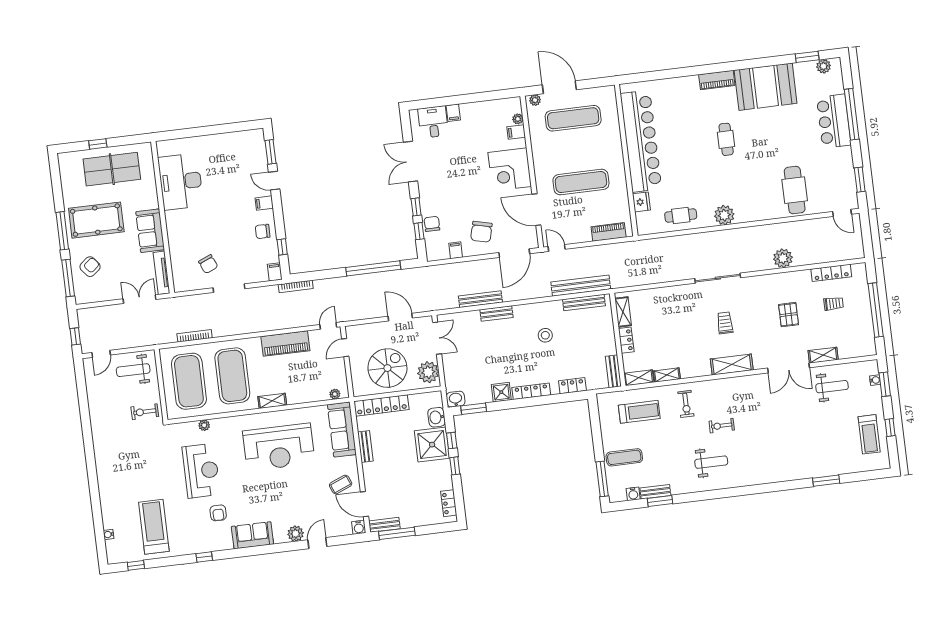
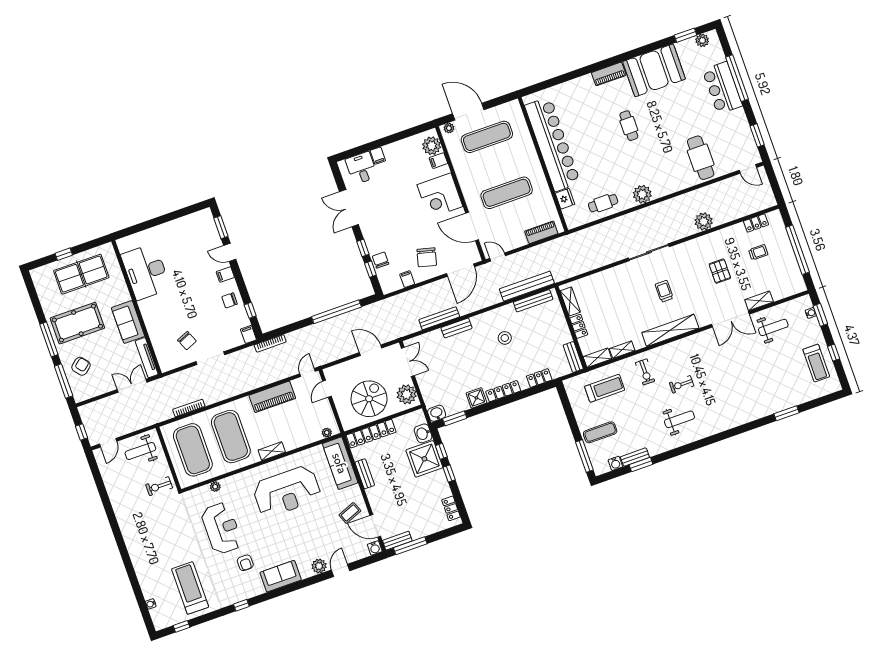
plant: (518, 119) -> (432, 146), width x1.88, depth x1.88
locker: (831, 273) -> (756, 223), width x0.66
shelving: (732, 365) -> (670, 330), width x1.47

